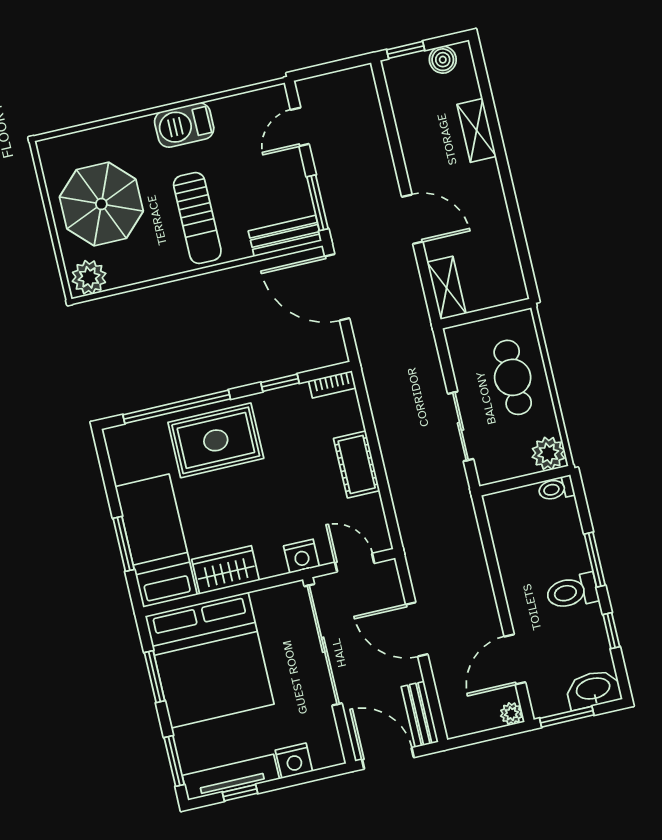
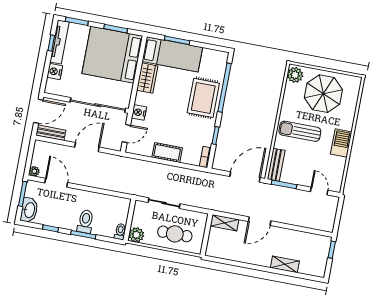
boiler: (443, 60) -> (321, 263), removed
toilet: (572, 592) -> (85, 221), moved

